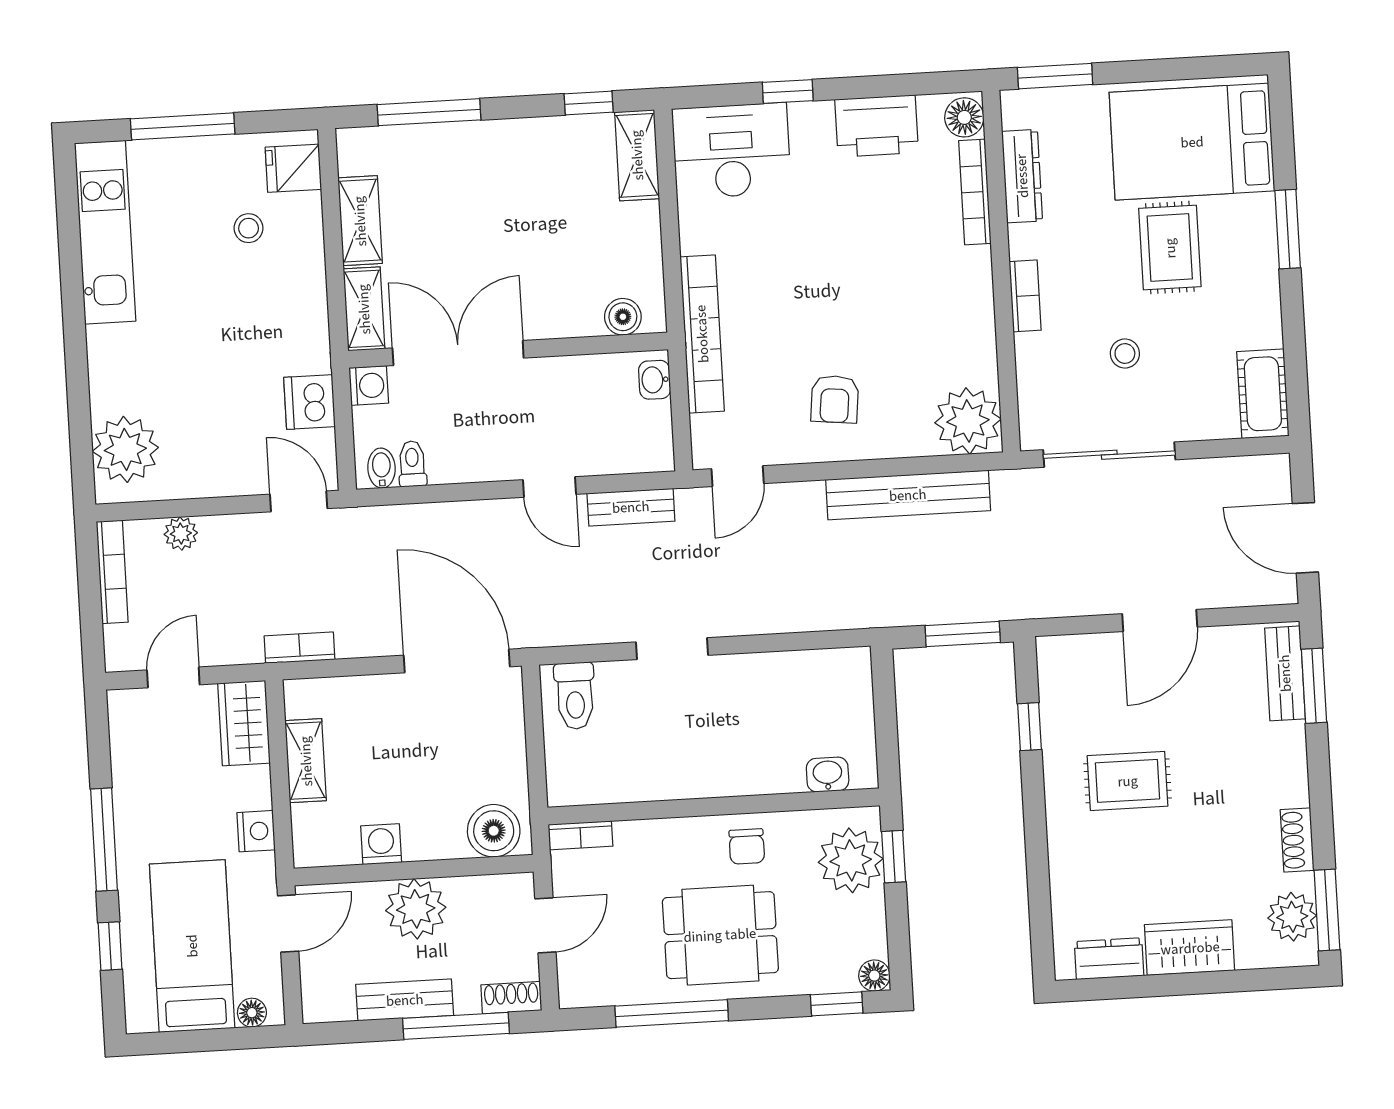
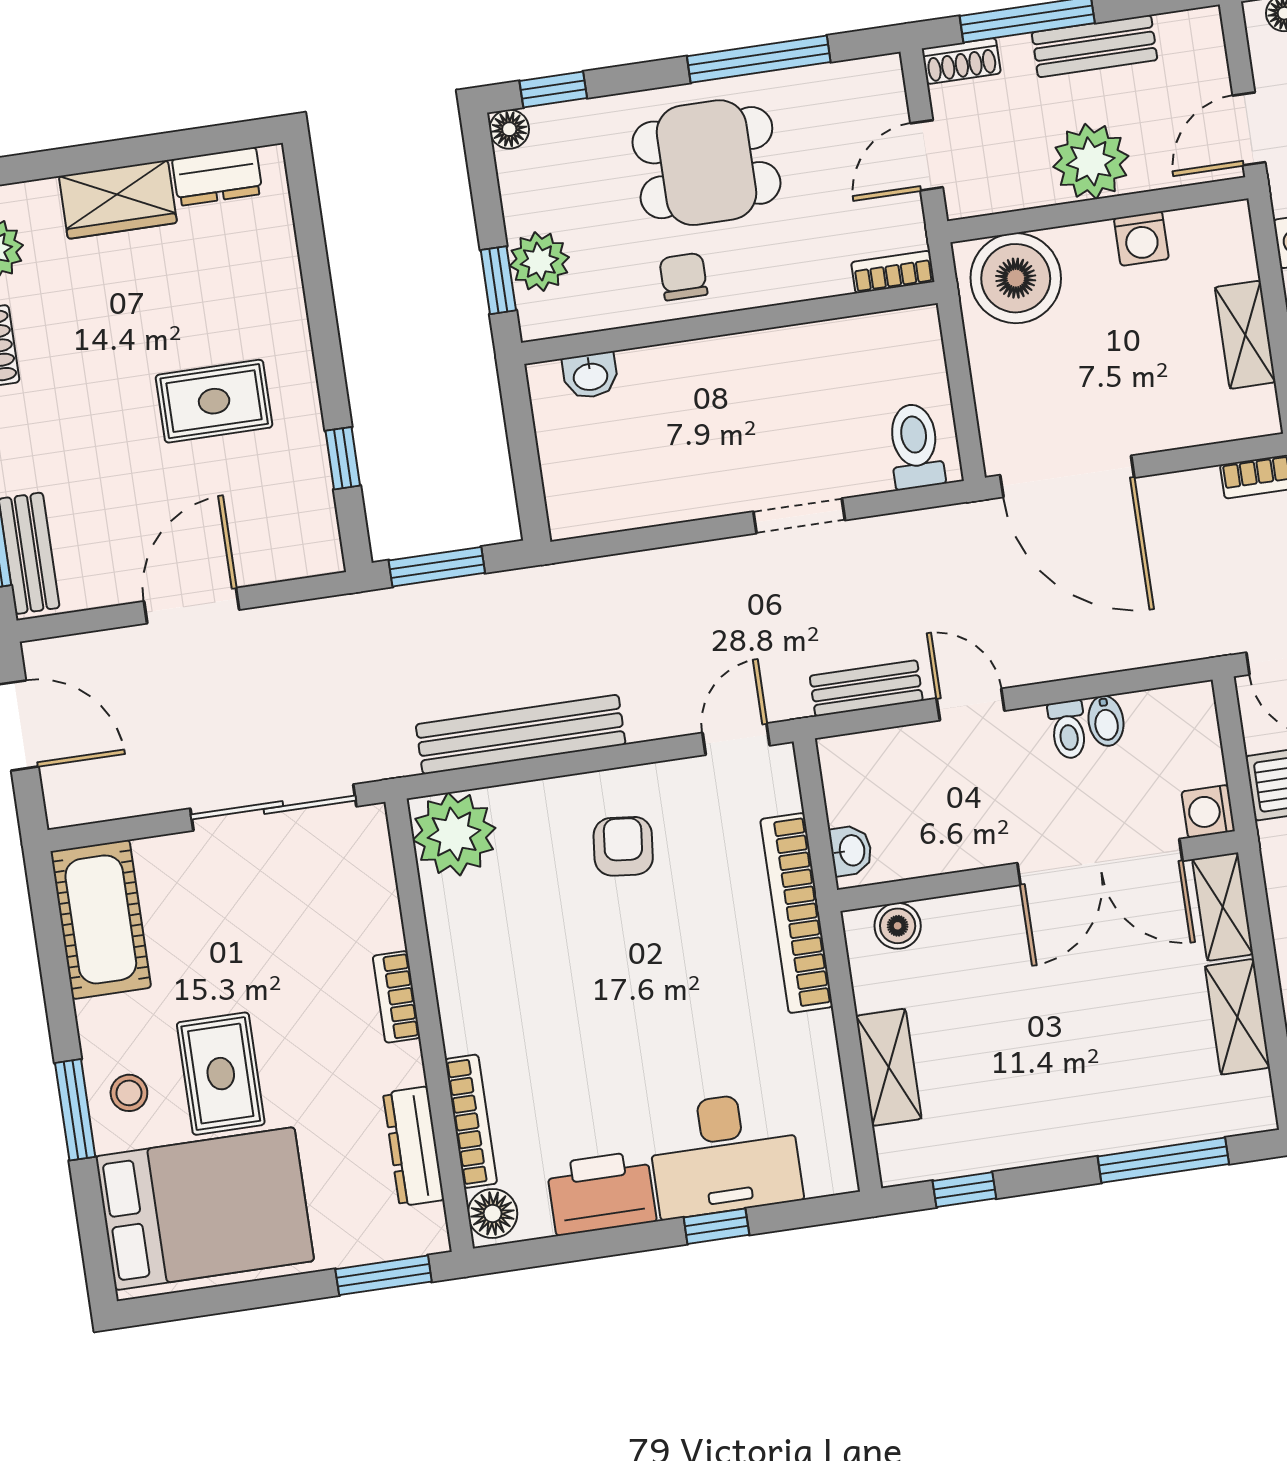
desk: (731, 151) -> (724, 1154), moved
shelving: (637, 155) -> (889, 1067), moved
stool: (1125, 353) -> (129, 1093), moved
cot: (1263, 394) -> (101, 919), width x1.37, depth x1.34
toilet: (412, 464) -> (1068, 730), moved
bidet: (381, 468) -> (1106, 721), moved
boiler: (494, 831) -> (1016, 278), width x1.37, depth x1.37
plant: (851, 860) -> (539, 262), width x0.73, depth x0.73

